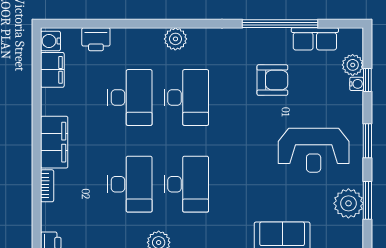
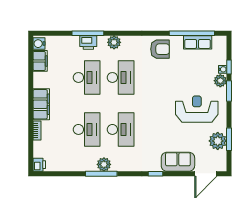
window: (132, 24) -> (88, 33), added
window: (280, 24) -> (192, 33), moved
printer: (96, 39) -> (88, 43), moved
plant: (353, 65) -> (220, 81), moved
armchair: (272, 80) -> (160, 49), moved
window: (367, 141) -> (229, 91), moved
reception desk: (314, 150) -> (197, 109), turned 180

